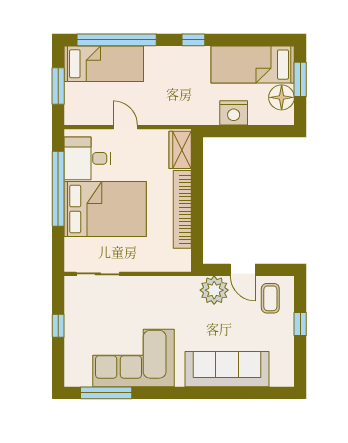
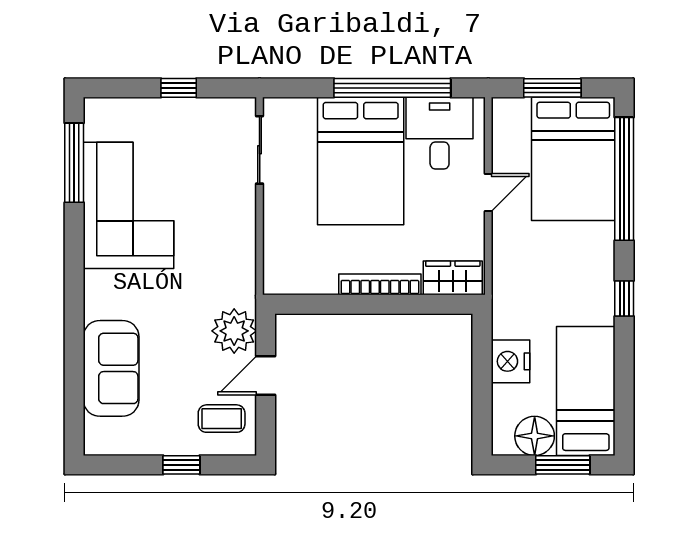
bed: (104, 64) -> (573, 159), width x1.50
bookcase: (182, 209) -> (380, 284), width x0.68, depth x0.76
sofa: (227, 369) -> (111, 368), width x0.73

